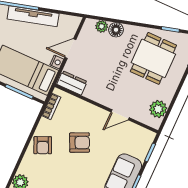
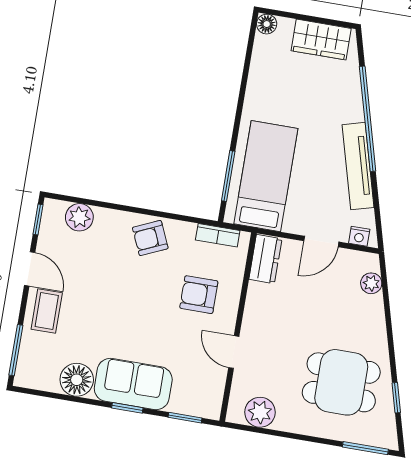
floor lamp: (116, 30) -> (372, 308), removed
door: (70, 49) -> (321, 241), swing flipped
nightstand: (57, 62) -> (359, 236), moved
armchair: (80, 143) -> (199, 295), moved, turned 115

